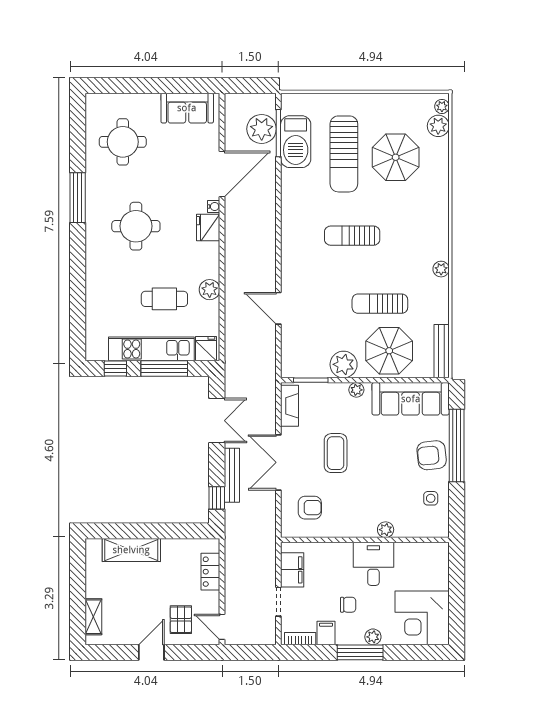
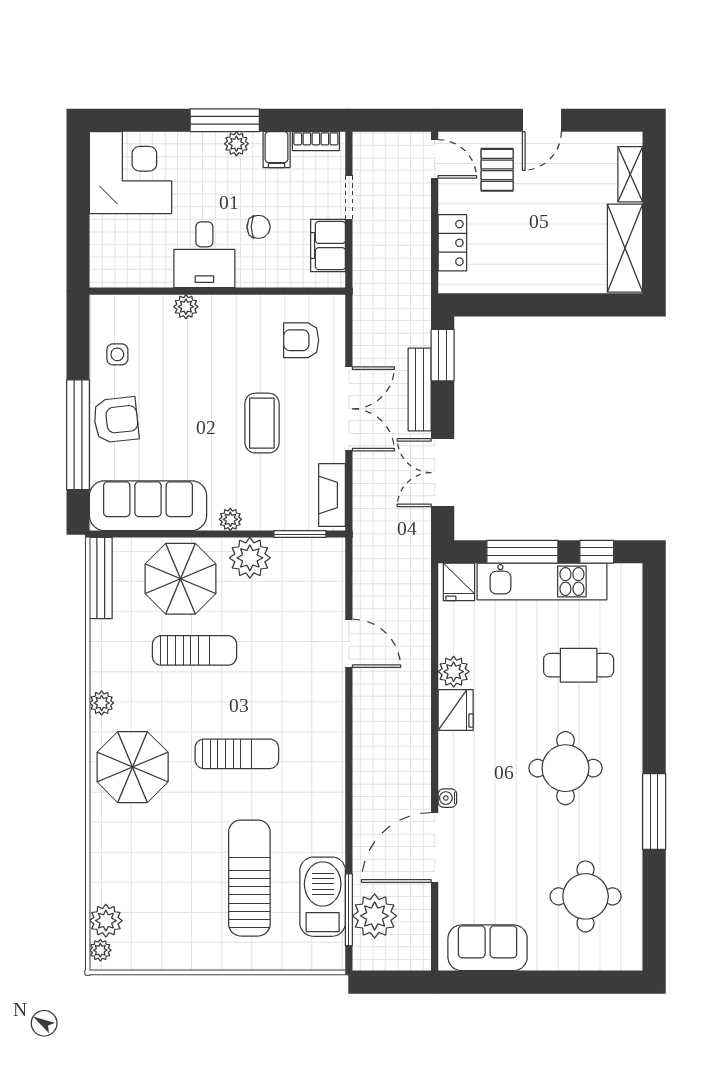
parasol: (396, 157) -> (133, 767), moved
fridge: (208, 228) -> (456, 710), moved
cafe table: (164, 299) -> (579, 665), moved
window: (217, 498) -> (443, 355), width x1.50
shelving: (131, 550) -> (625, 248), moved, turned 90
chair: (348, 605) -> (259, 227), moved, turned 180
plant: (373, 637) -> (236, 144), moved

